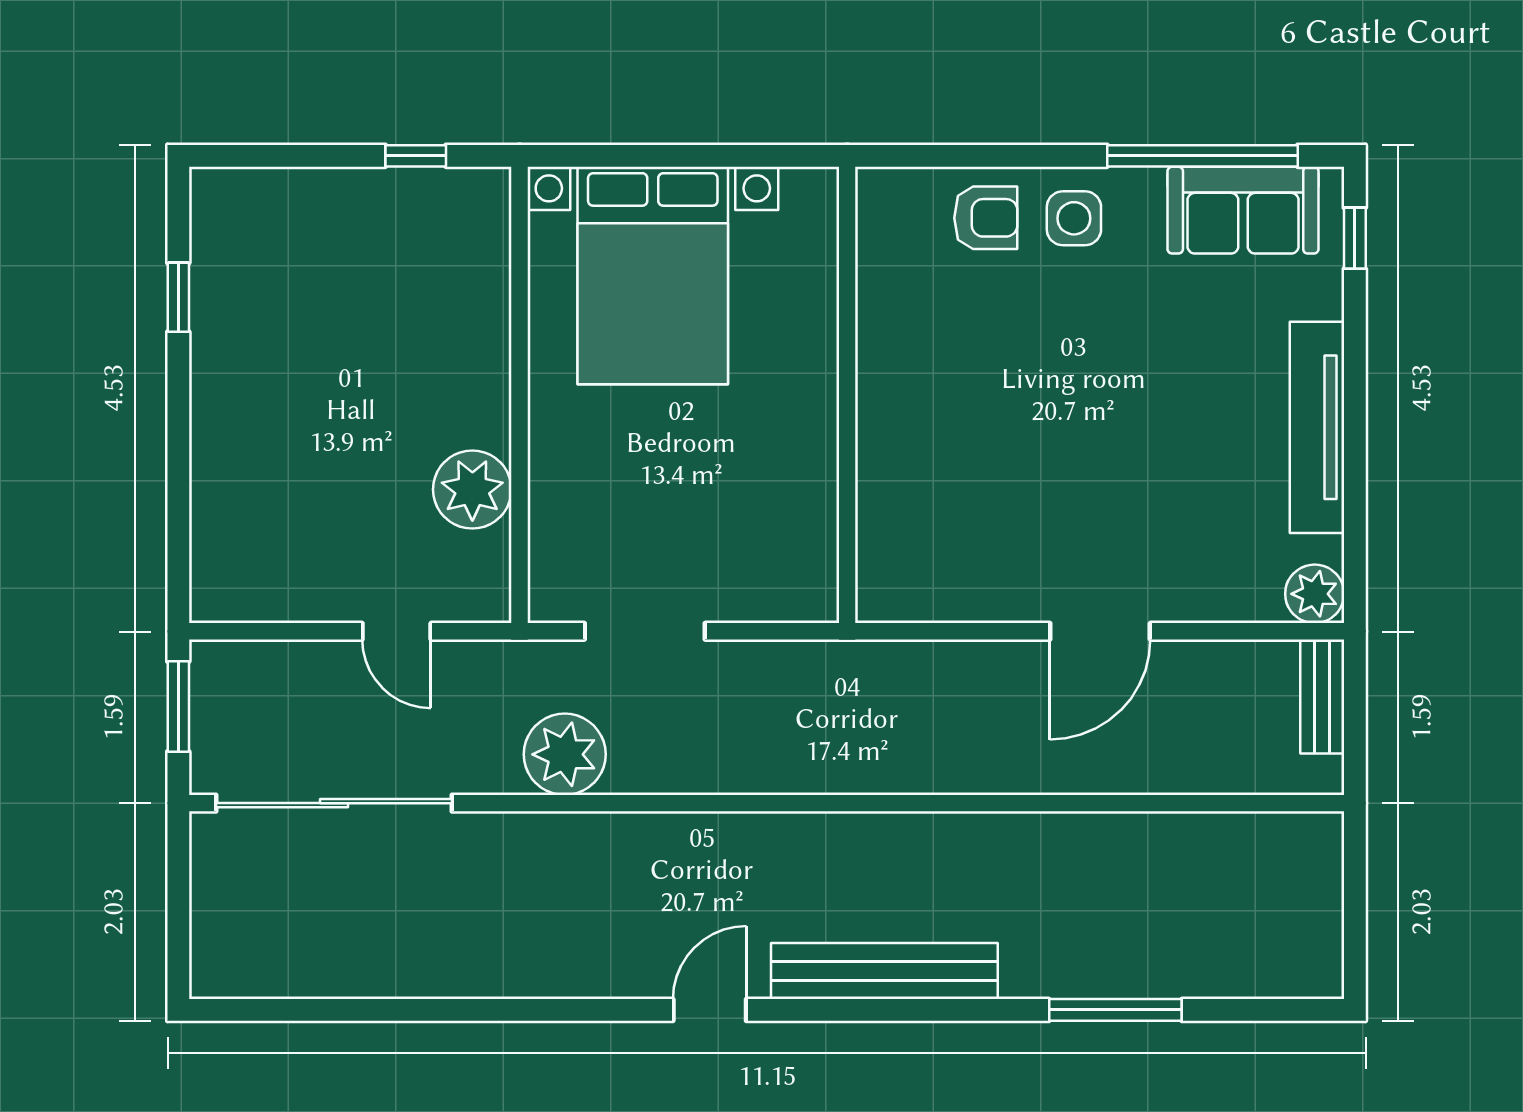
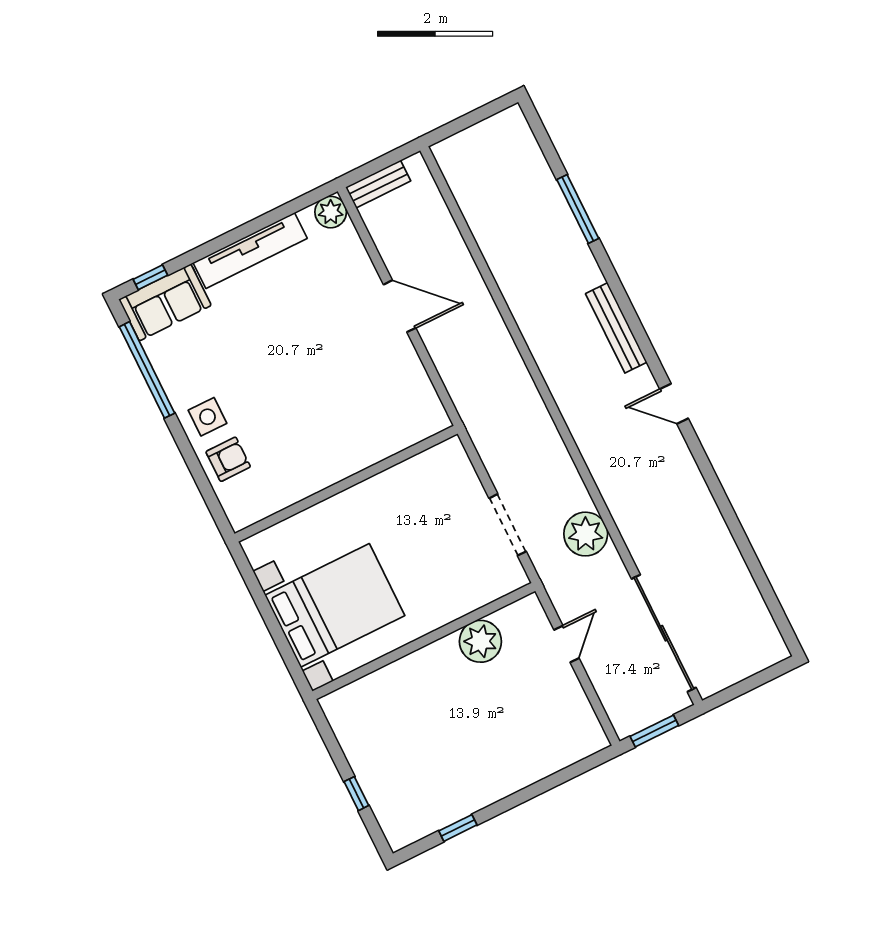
window: (416, 156) -> (356, 794), moved
sofa: (1243, 210) -> (165, 302), moved, turned 90
armchair: (986, 218) -> (228, 459), turned 90
bench: (884, 971) -> (616, 328), width x0.73, depth x0.82

